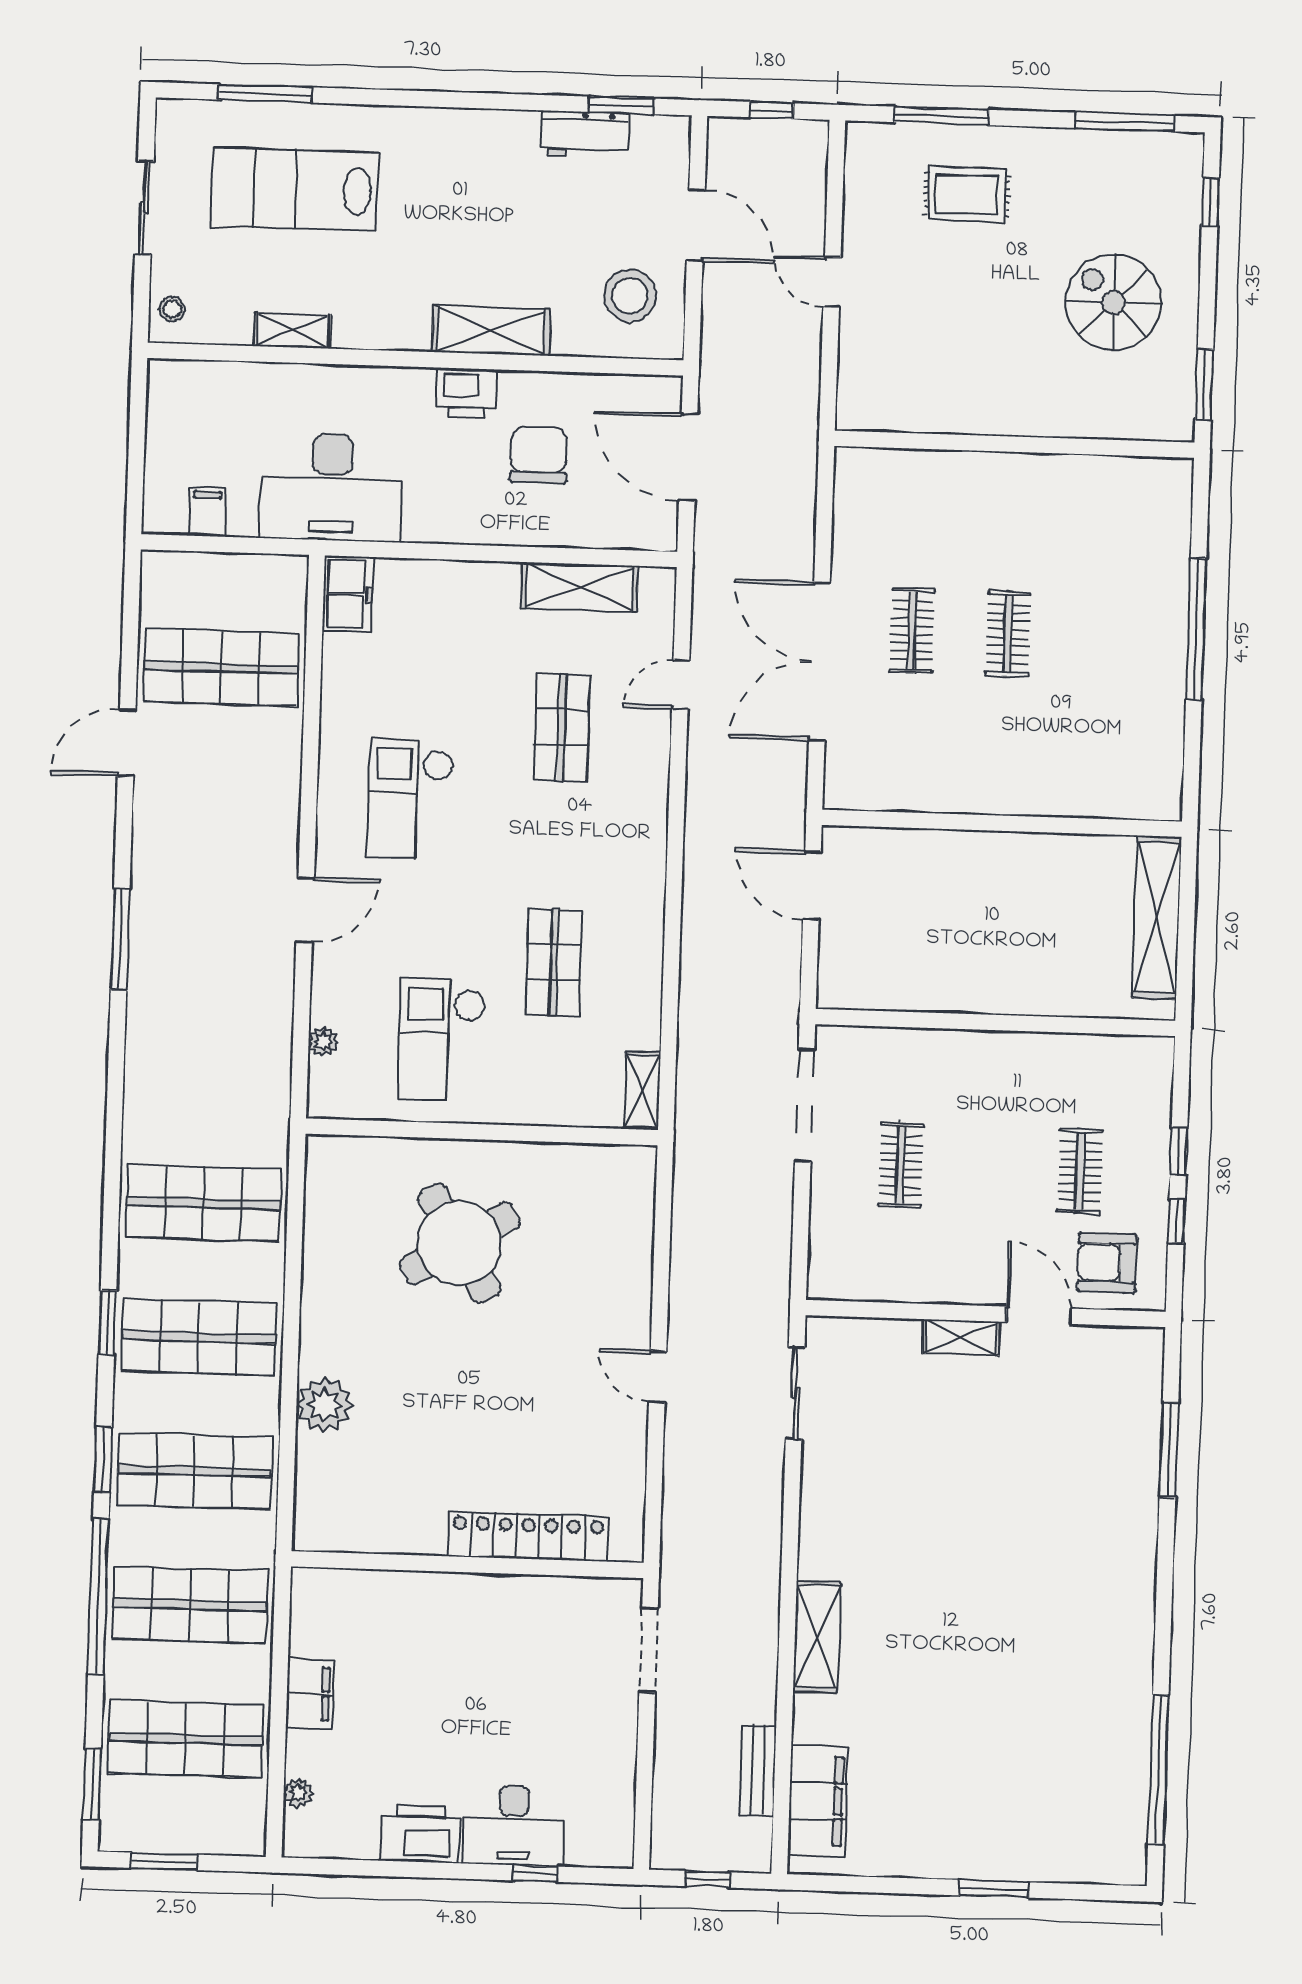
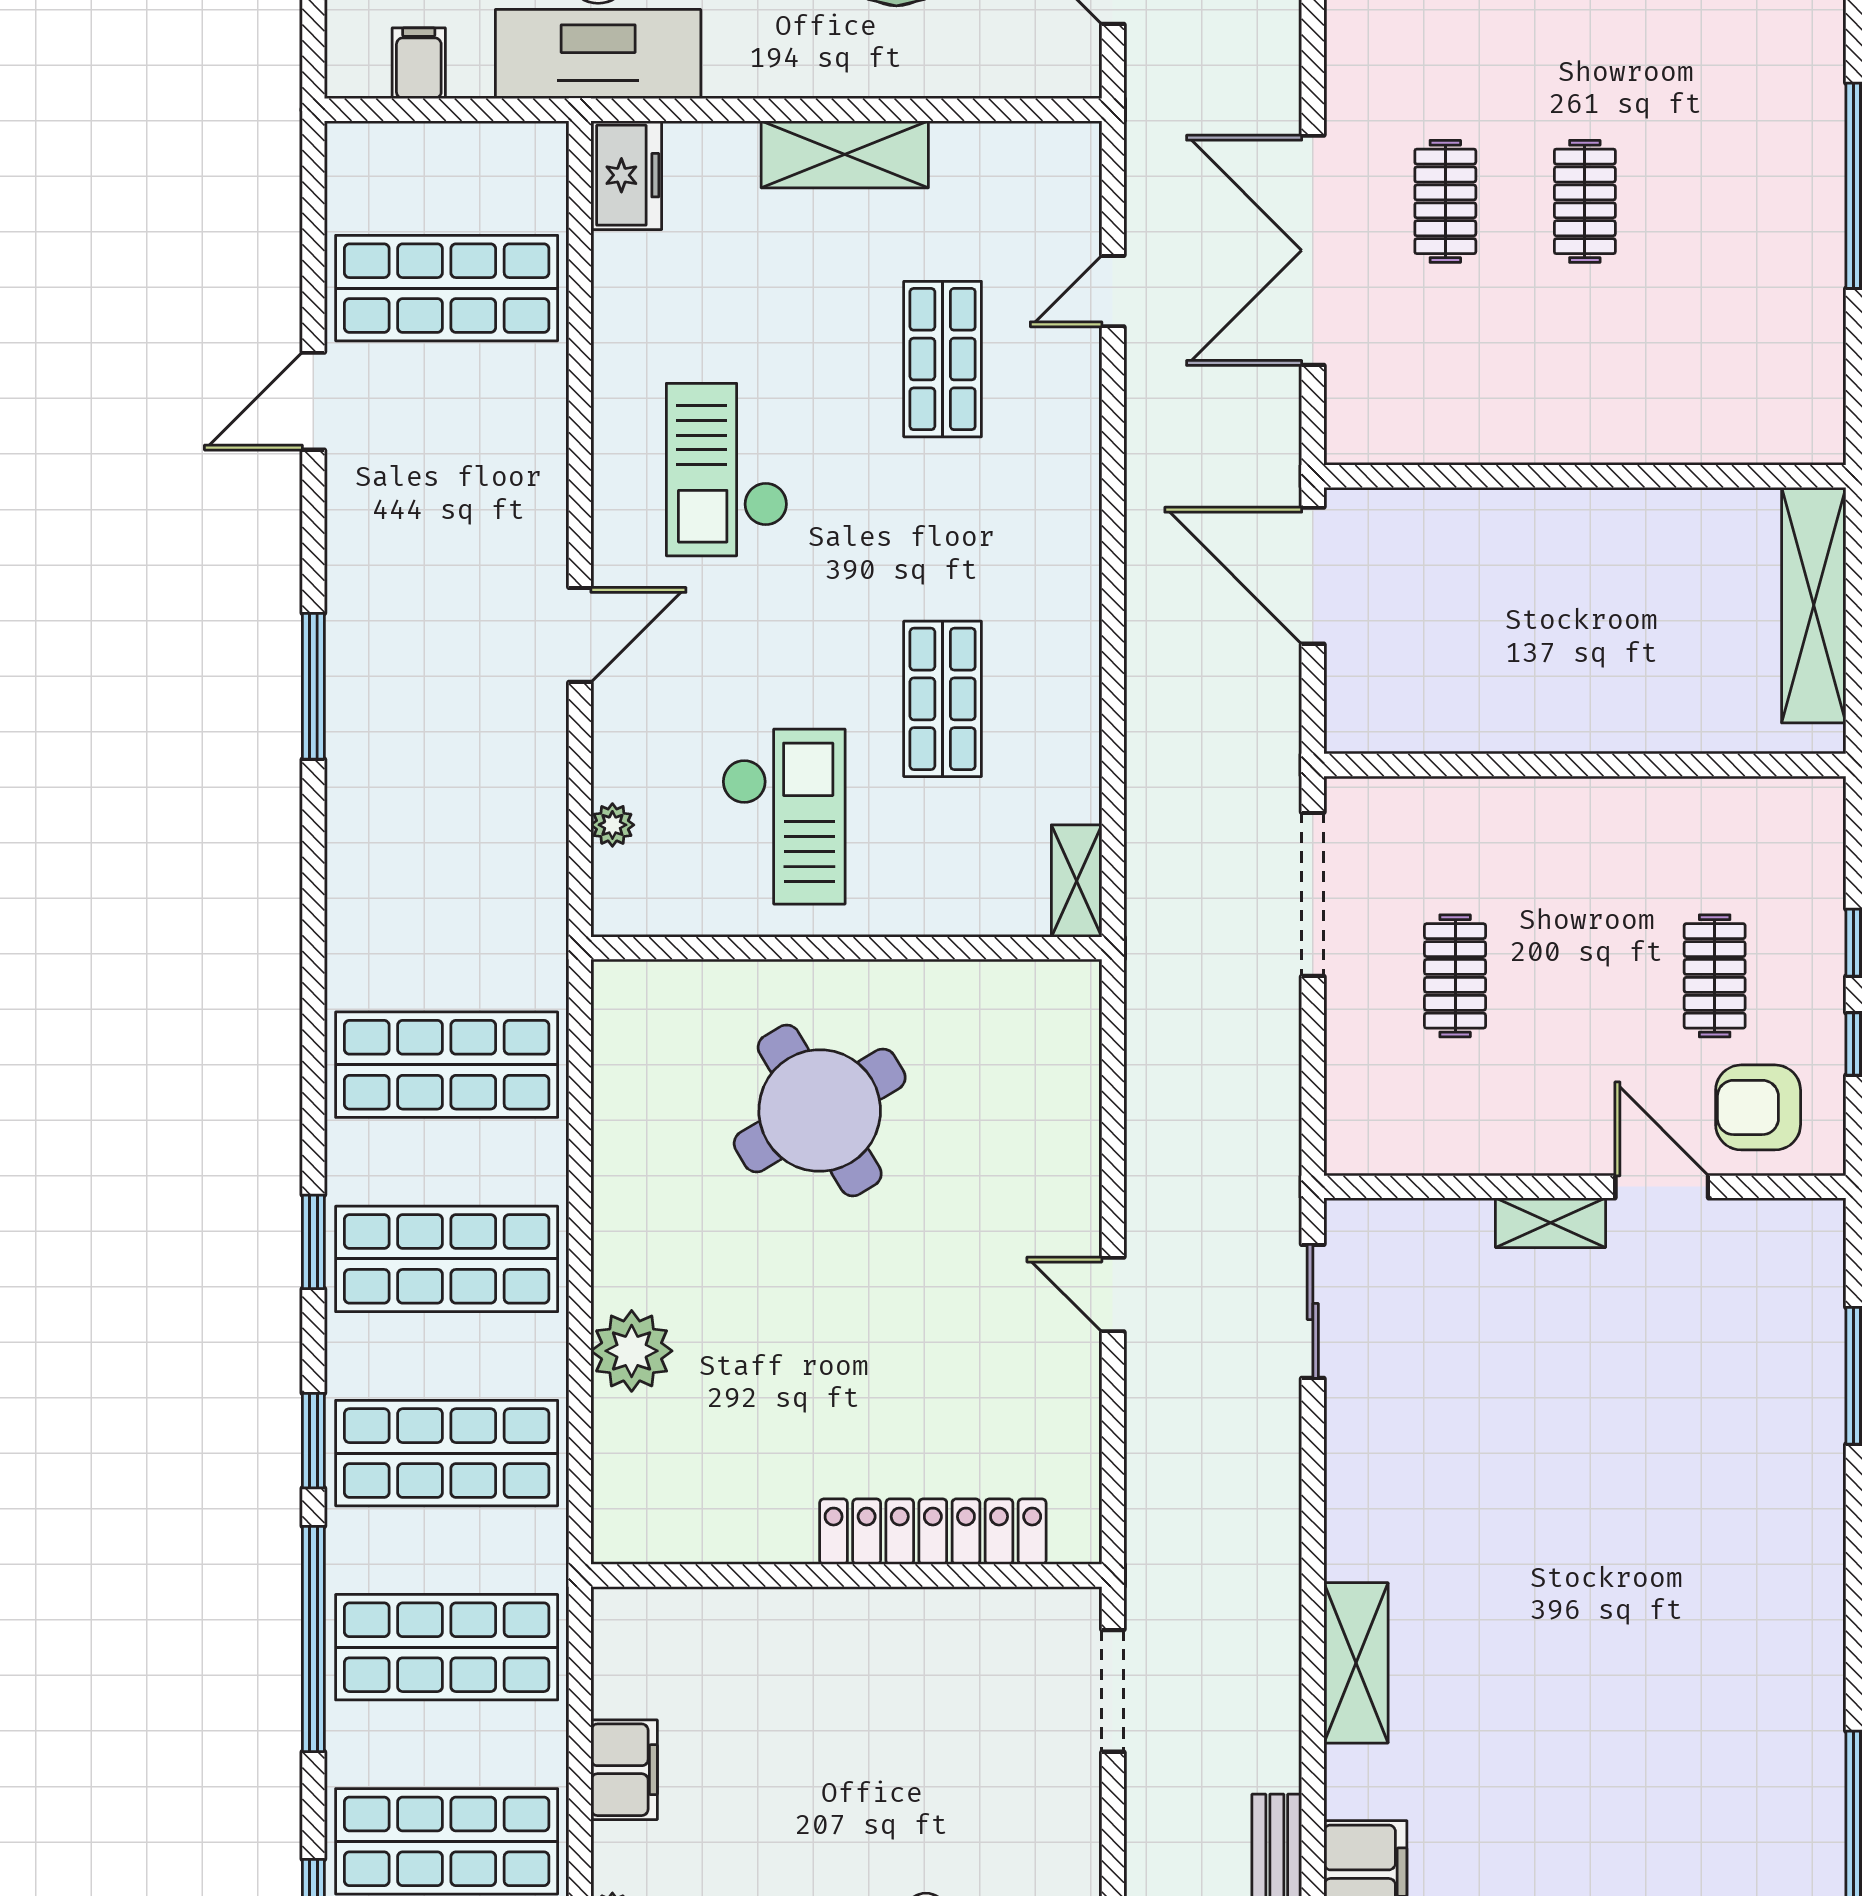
shelving: (580, 587) -> (845, 154), moved
door: (812, 886) -> (1313, 576), width x1.36
checkout: (441, 1040) -> (784, 817), turned 180

